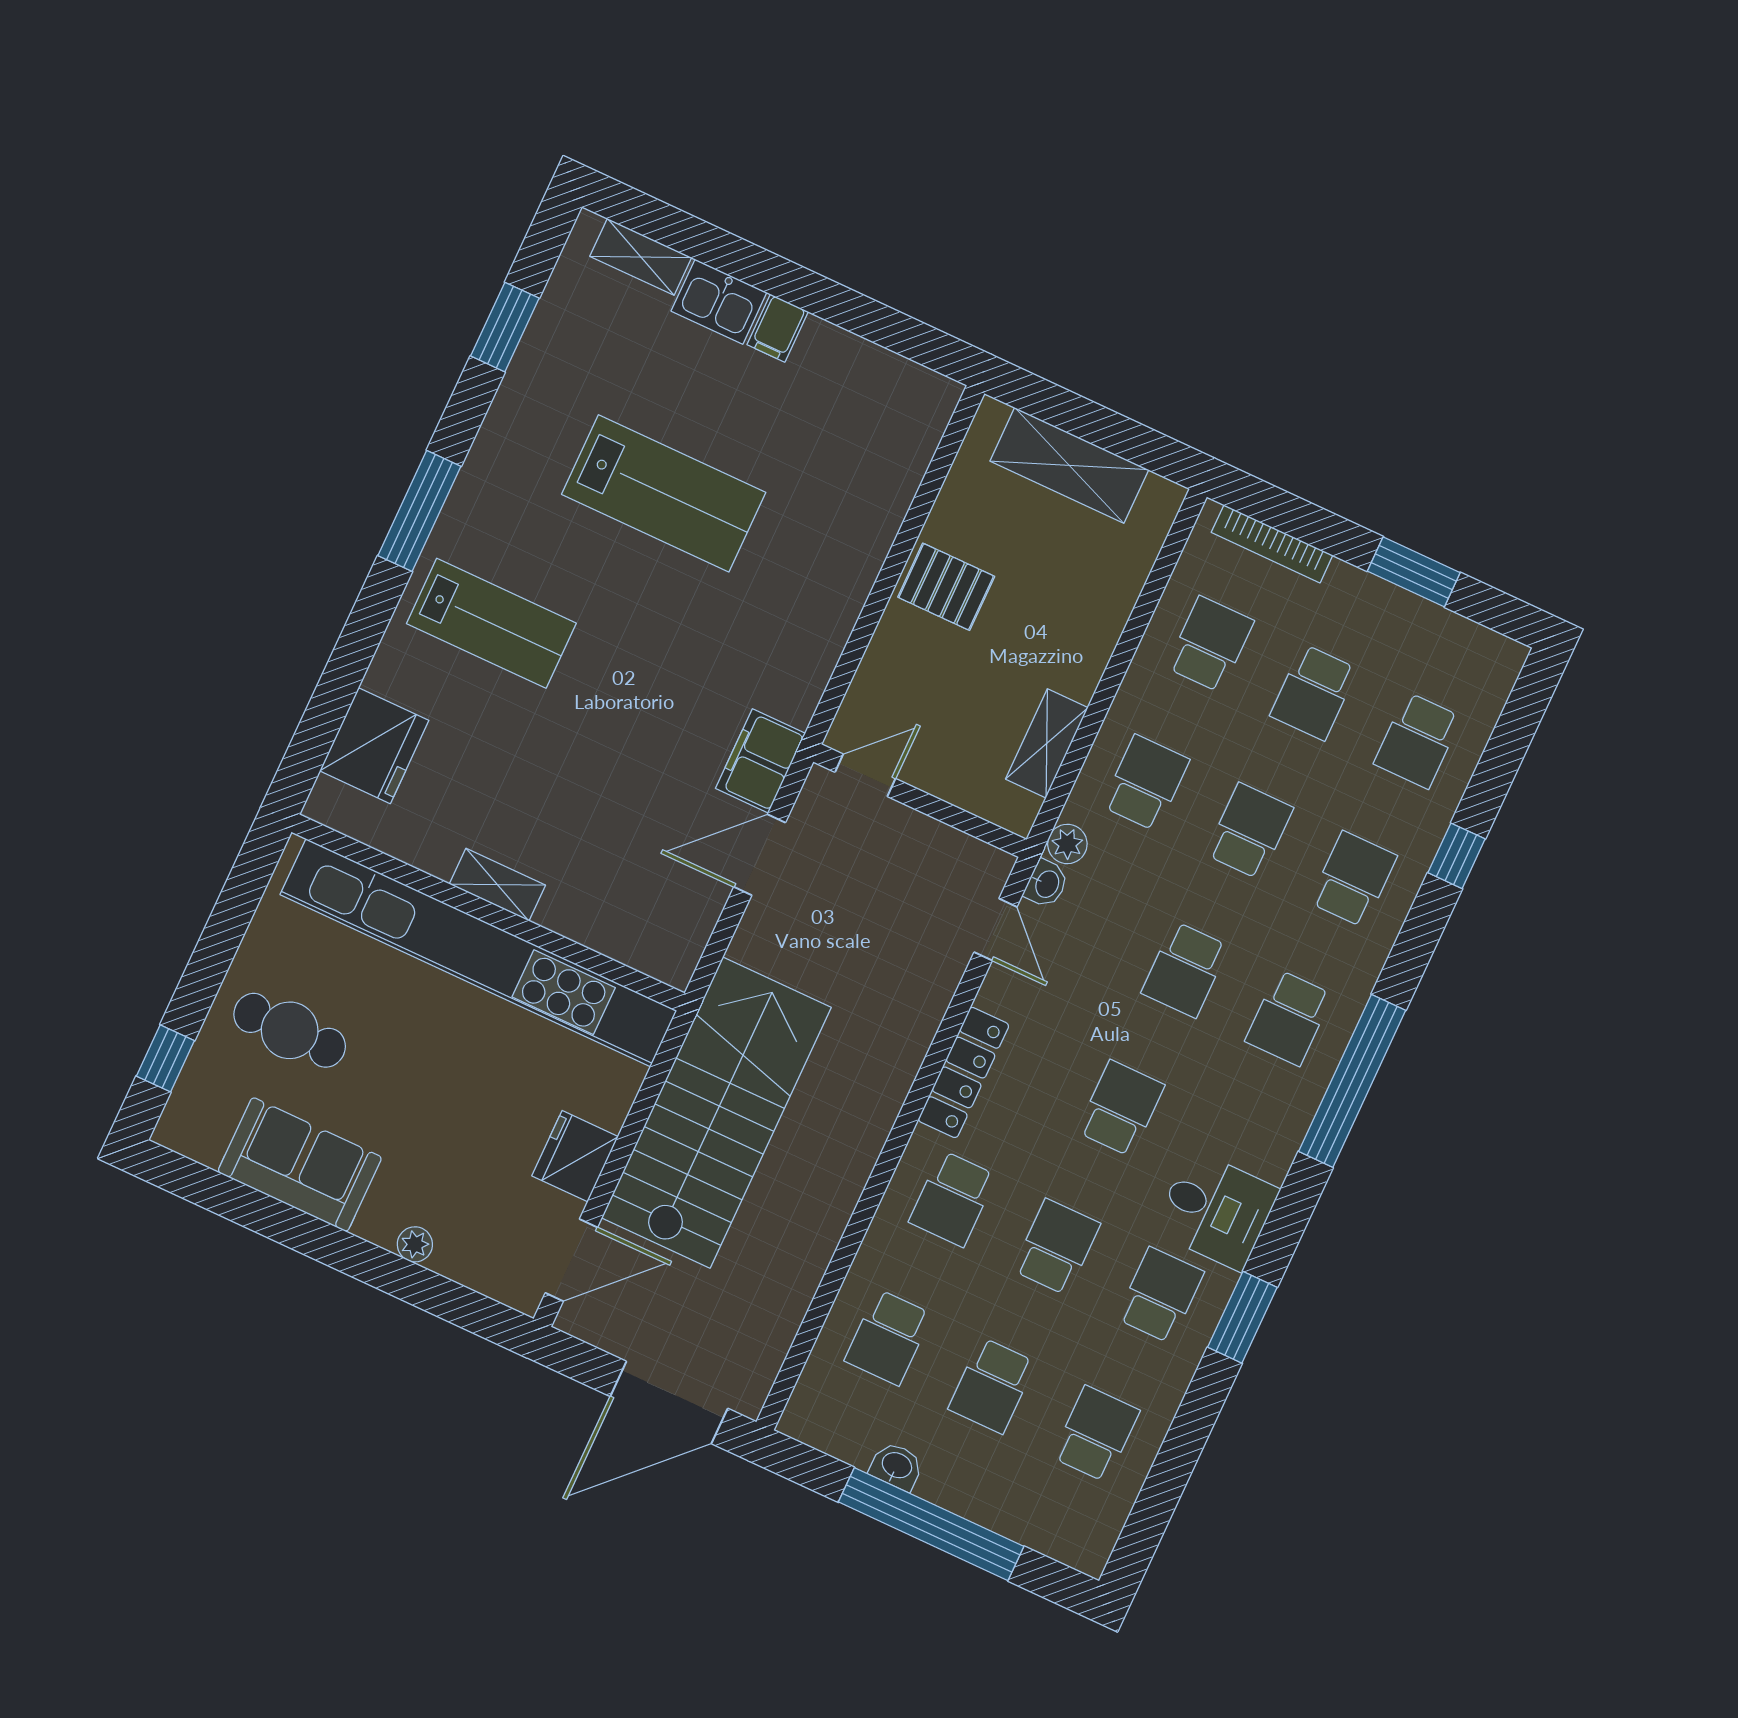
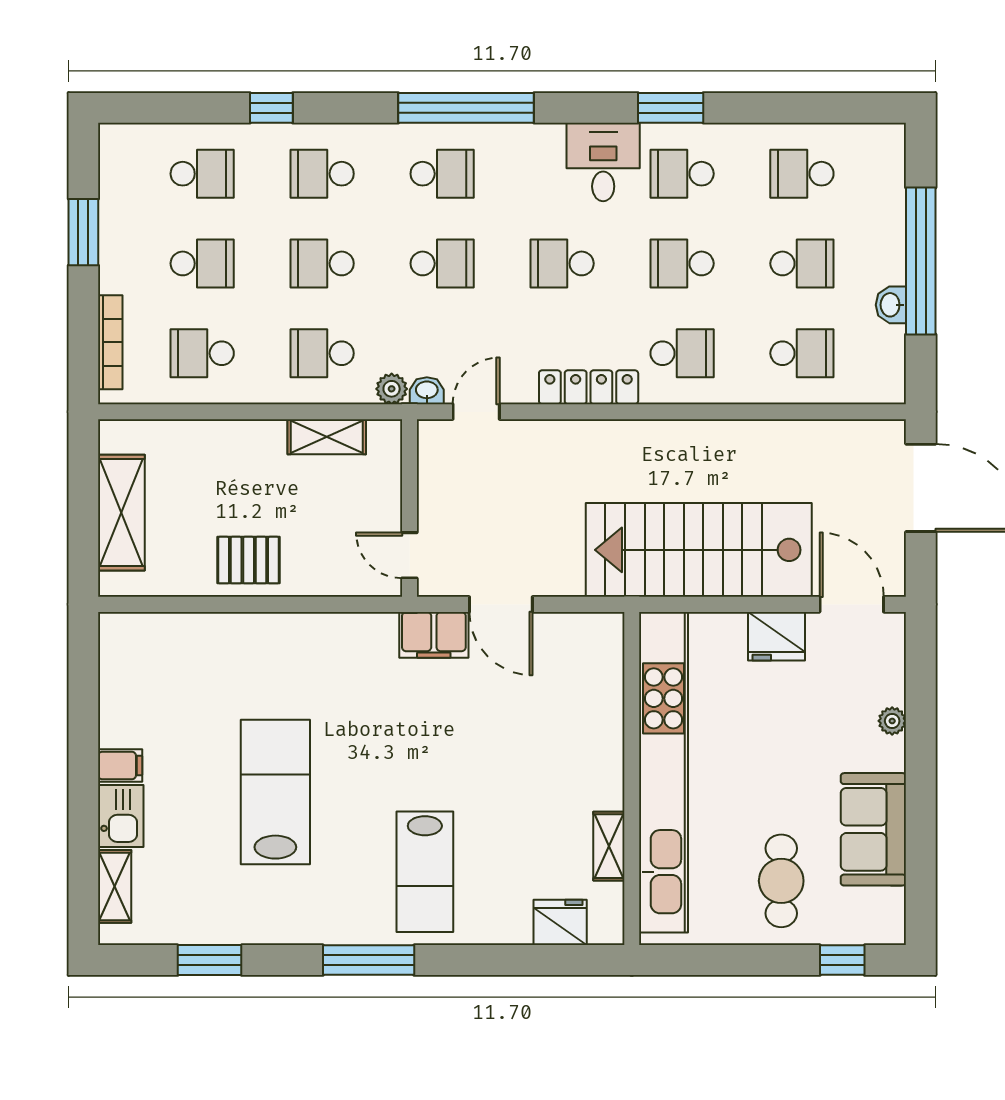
pallet: (946, 587) -> (249, 560), turned 90
lab bench: (491, 623) -> (425, 872), turned 180
fridge: (374, 746) -> (560, 922), width x0.73, depth x0.75
shelving: (497, 885) -> (609, 846), moved

